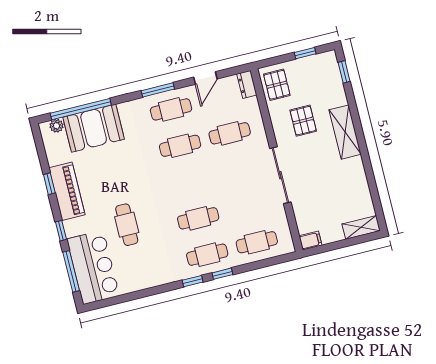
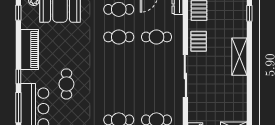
pallet: (303, 121) -> (199, 41), moved
window: (49, 184) -> (18, 13), moved
cafe table: (198, 218) -> (119, 92), removed

